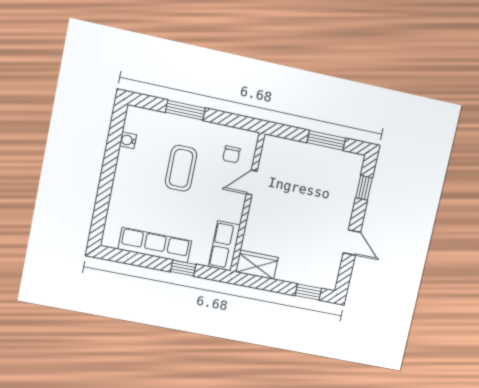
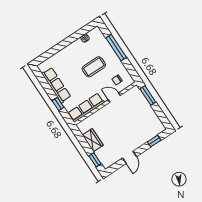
window: (185, 110) -> (116, 48), width x1.44
window: (326, 140) -> (148, 95), moved
row of seats: (224, 246) -> (86, 108), width x1.48
wardrobe: (257, 265) -> (93, 140), moved

